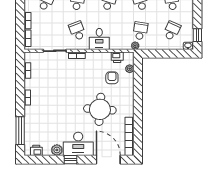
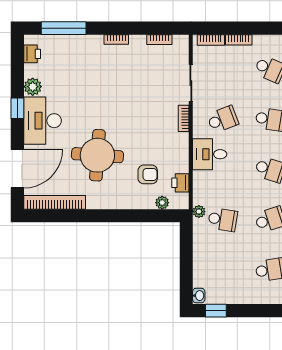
school desk: (172, 31) -> (223, 270), removed

